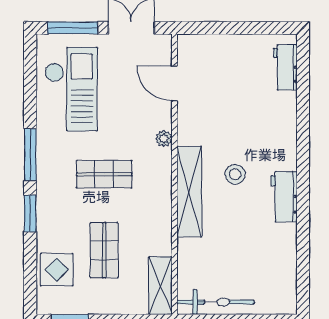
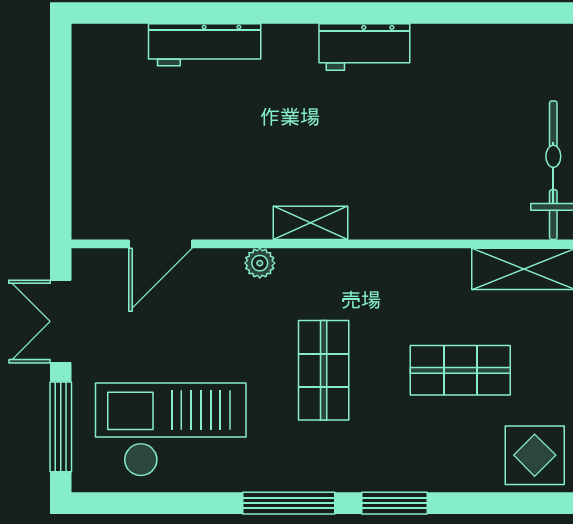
workbench: (285, 67) -> (205, 45), moved, width x1.38
stool: (235, 174) -> (324, 135), removed
shelving: (189, 192) -> (311, 223), width x0.45, depth x0.75
display table: (57, 270) -> (535, 455), moved

